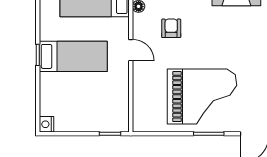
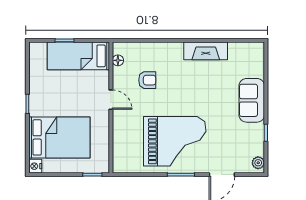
armchair: (171, 28) -> (147, 80), turned 90
bed: (73, 56) -> (59, 137), moved, width x1.50

